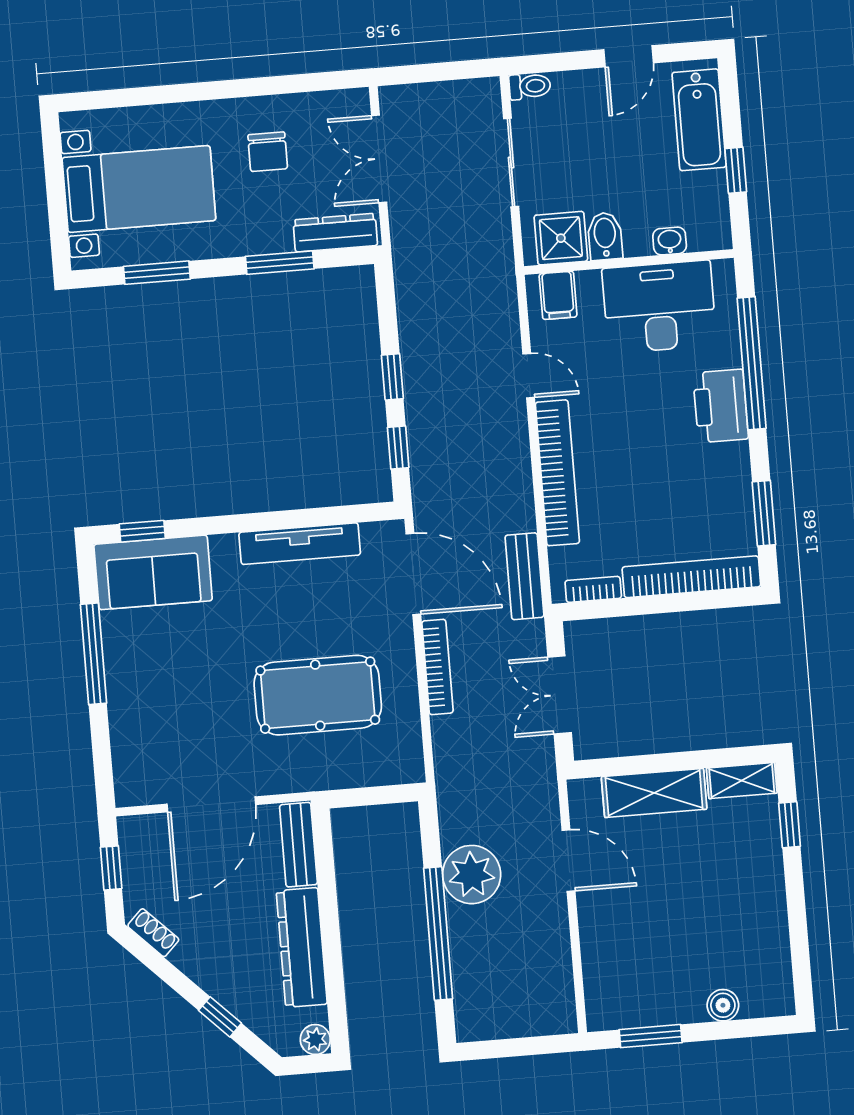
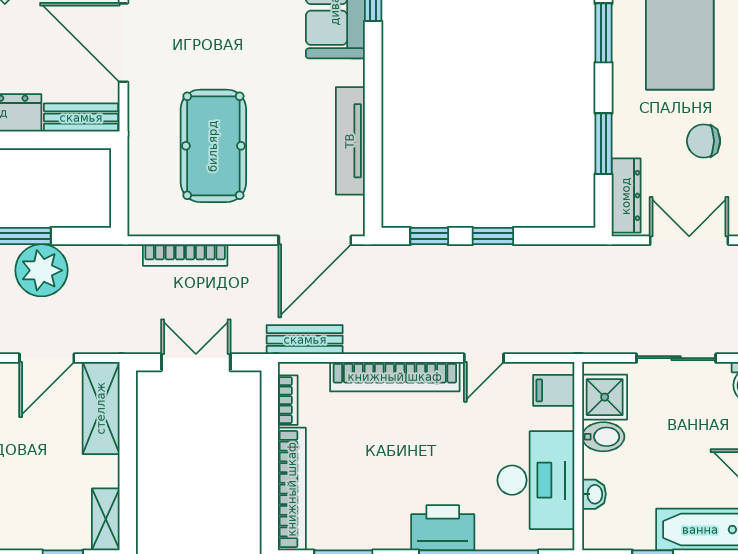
bookcase: (437, 667) -> (185, 255), moved
shelving: (654, 793) -> (101, 408), moved

